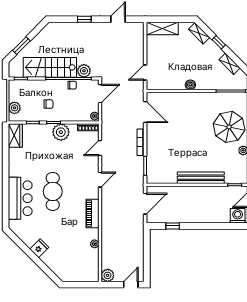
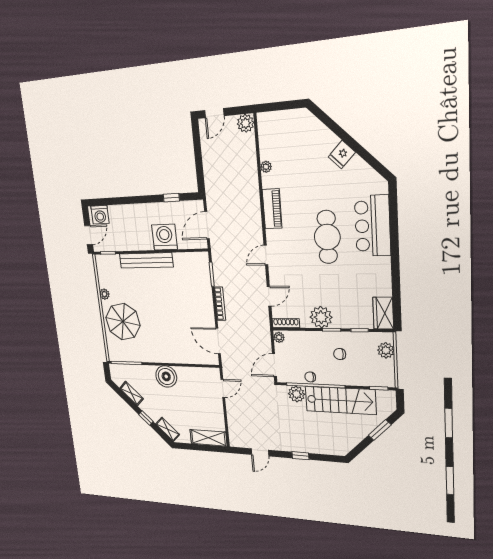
boiler: (190, 85) -> (166, 376), width x1.86, depth x1.86
washing machine: (182, 196) -> (164, 237), added

